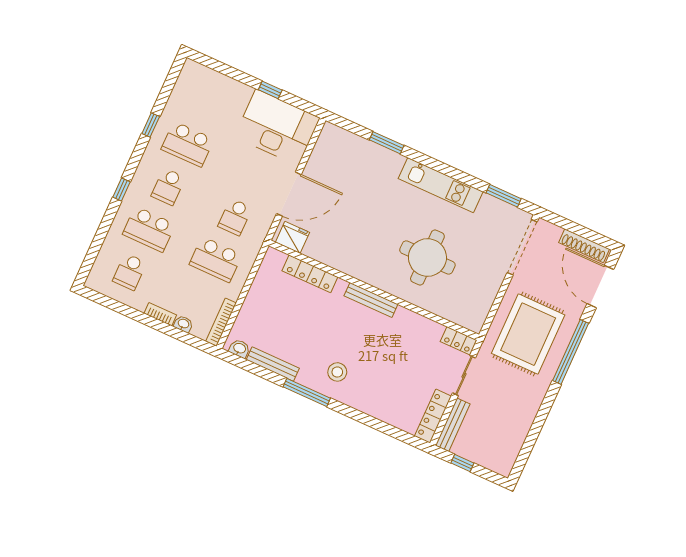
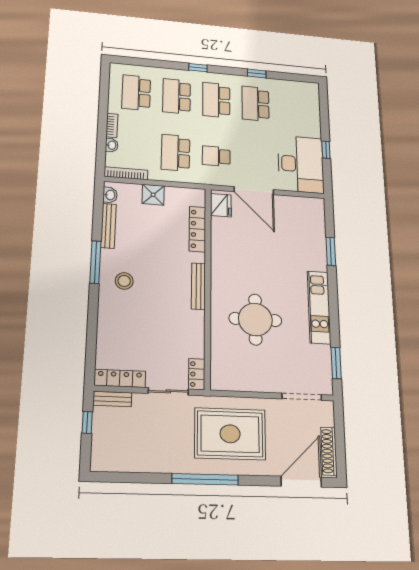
school desk: (168, 187) -> (216, 100), width x1.85
doorway: (522, 247) -> (302, 397), width x0.73
school desk: (130, 272) -> (136, 93), width x1.85
shower: (255, 304) -> (153, 195), added
window: (571, 352) -> (205, 479), moved
bench: (453, 425) -> (112, 399), width x0.73

